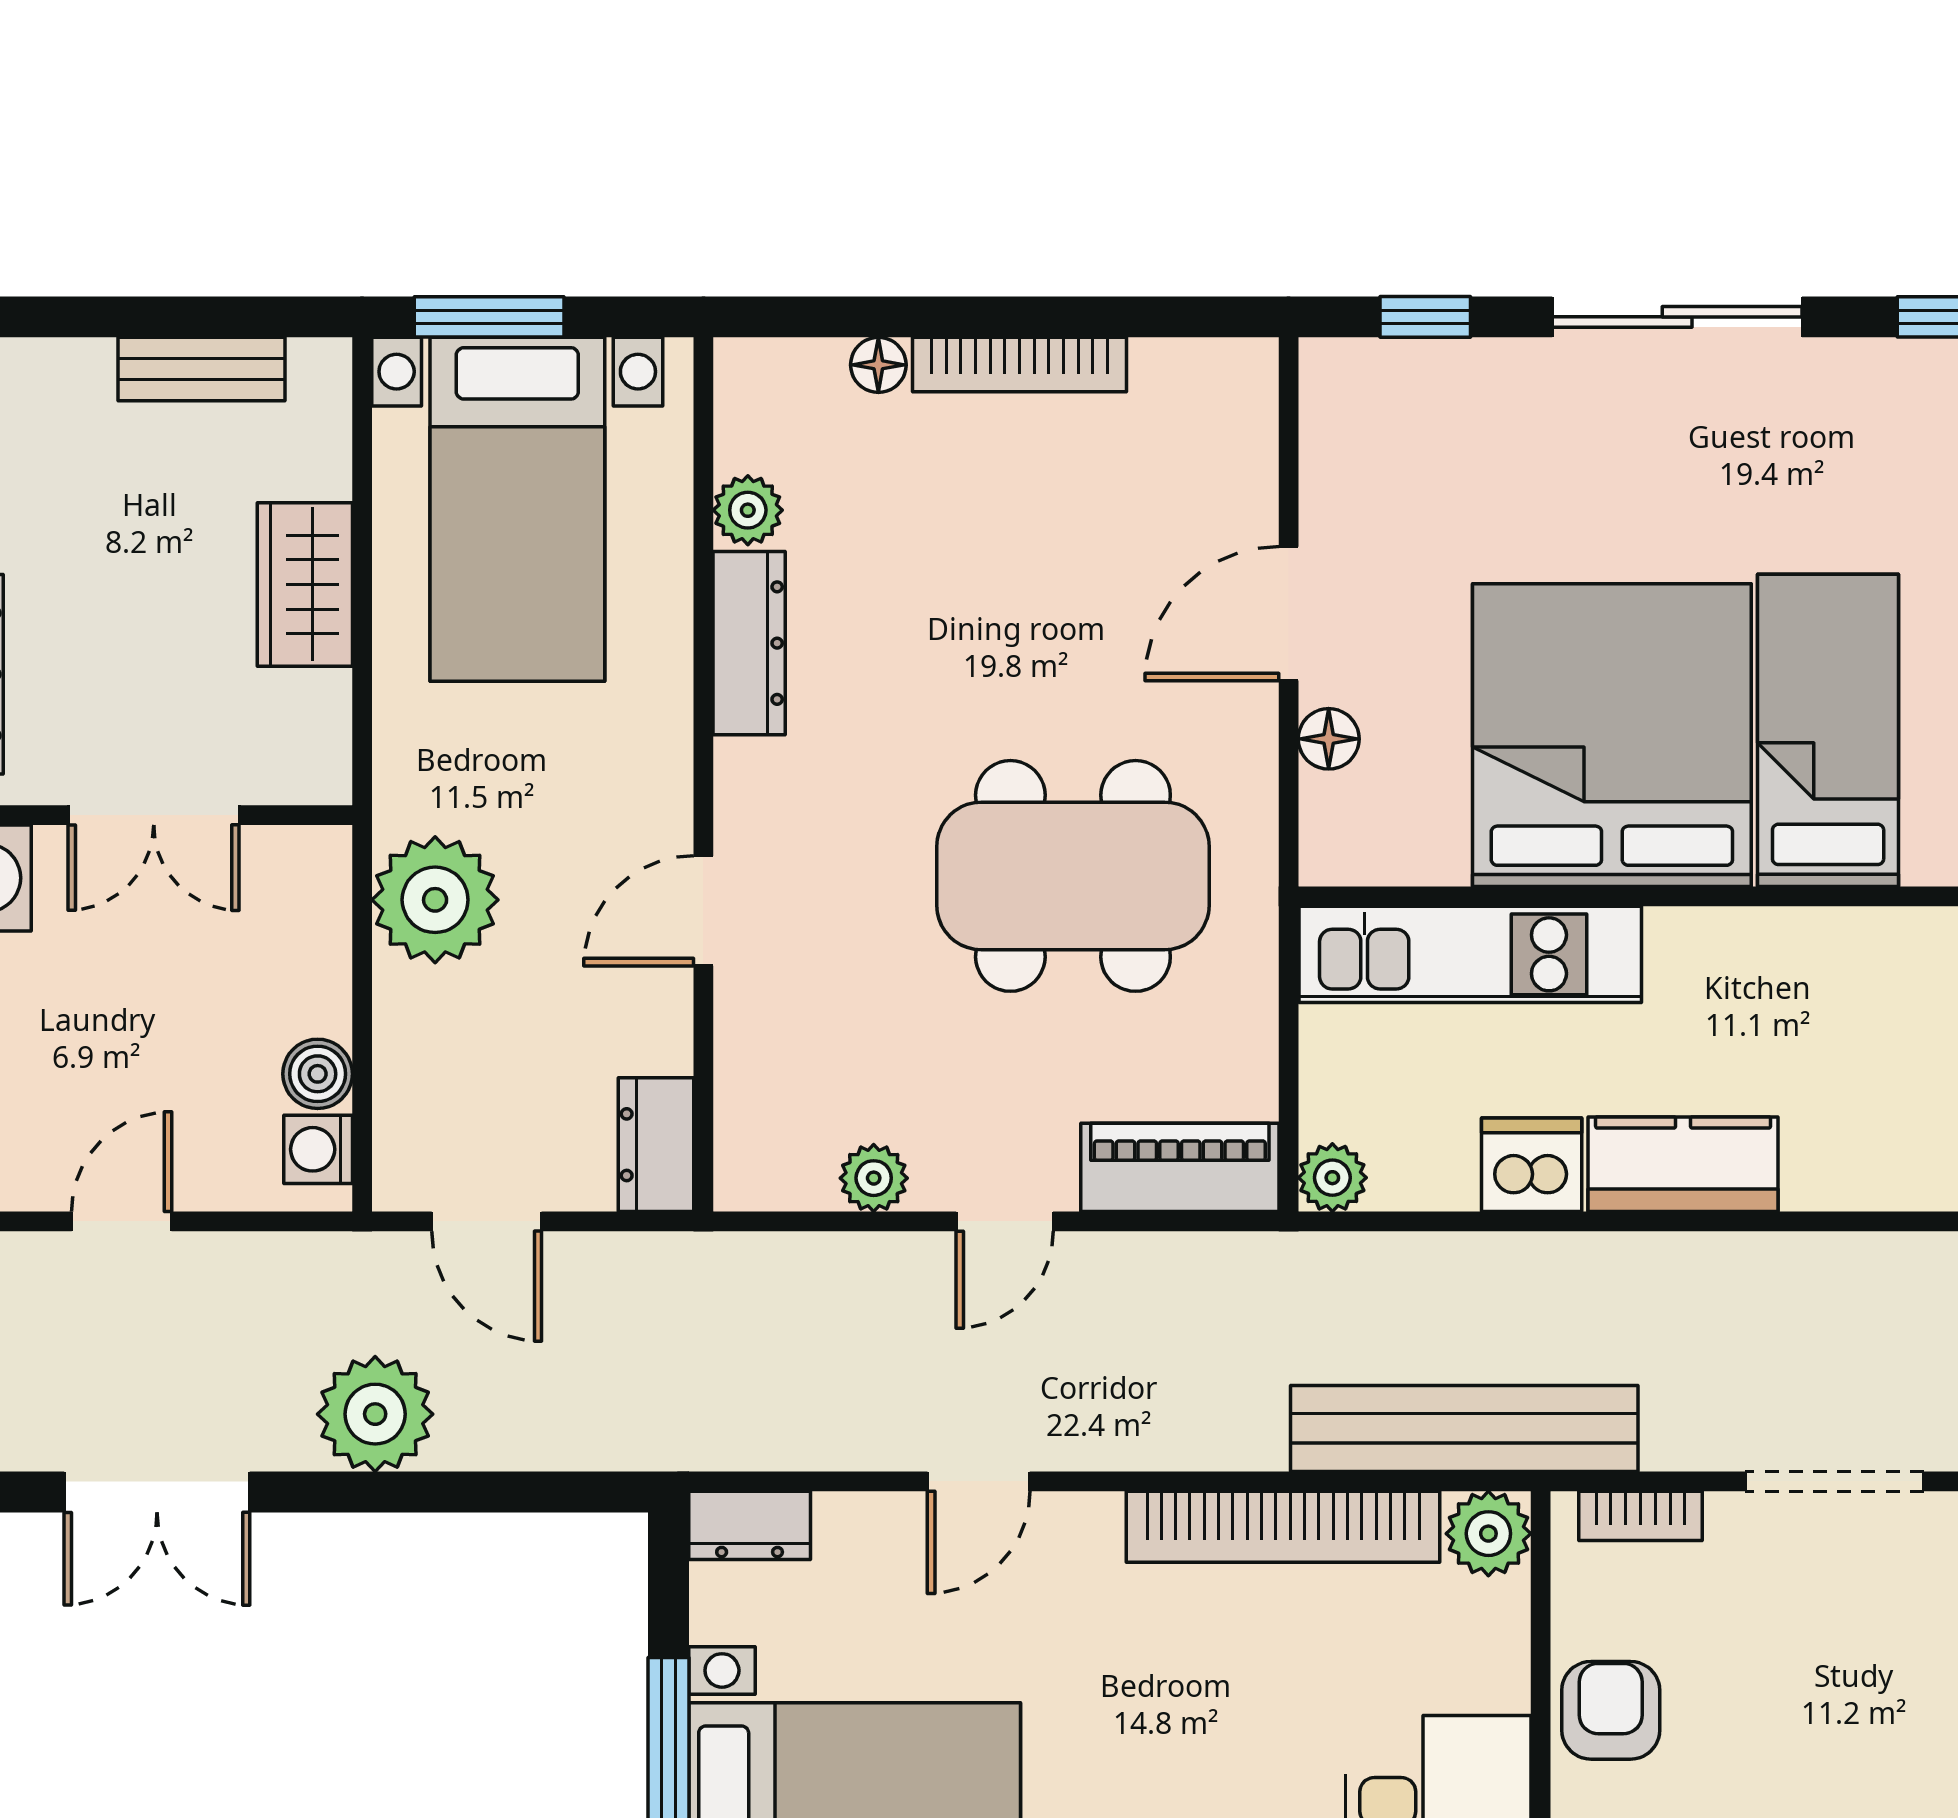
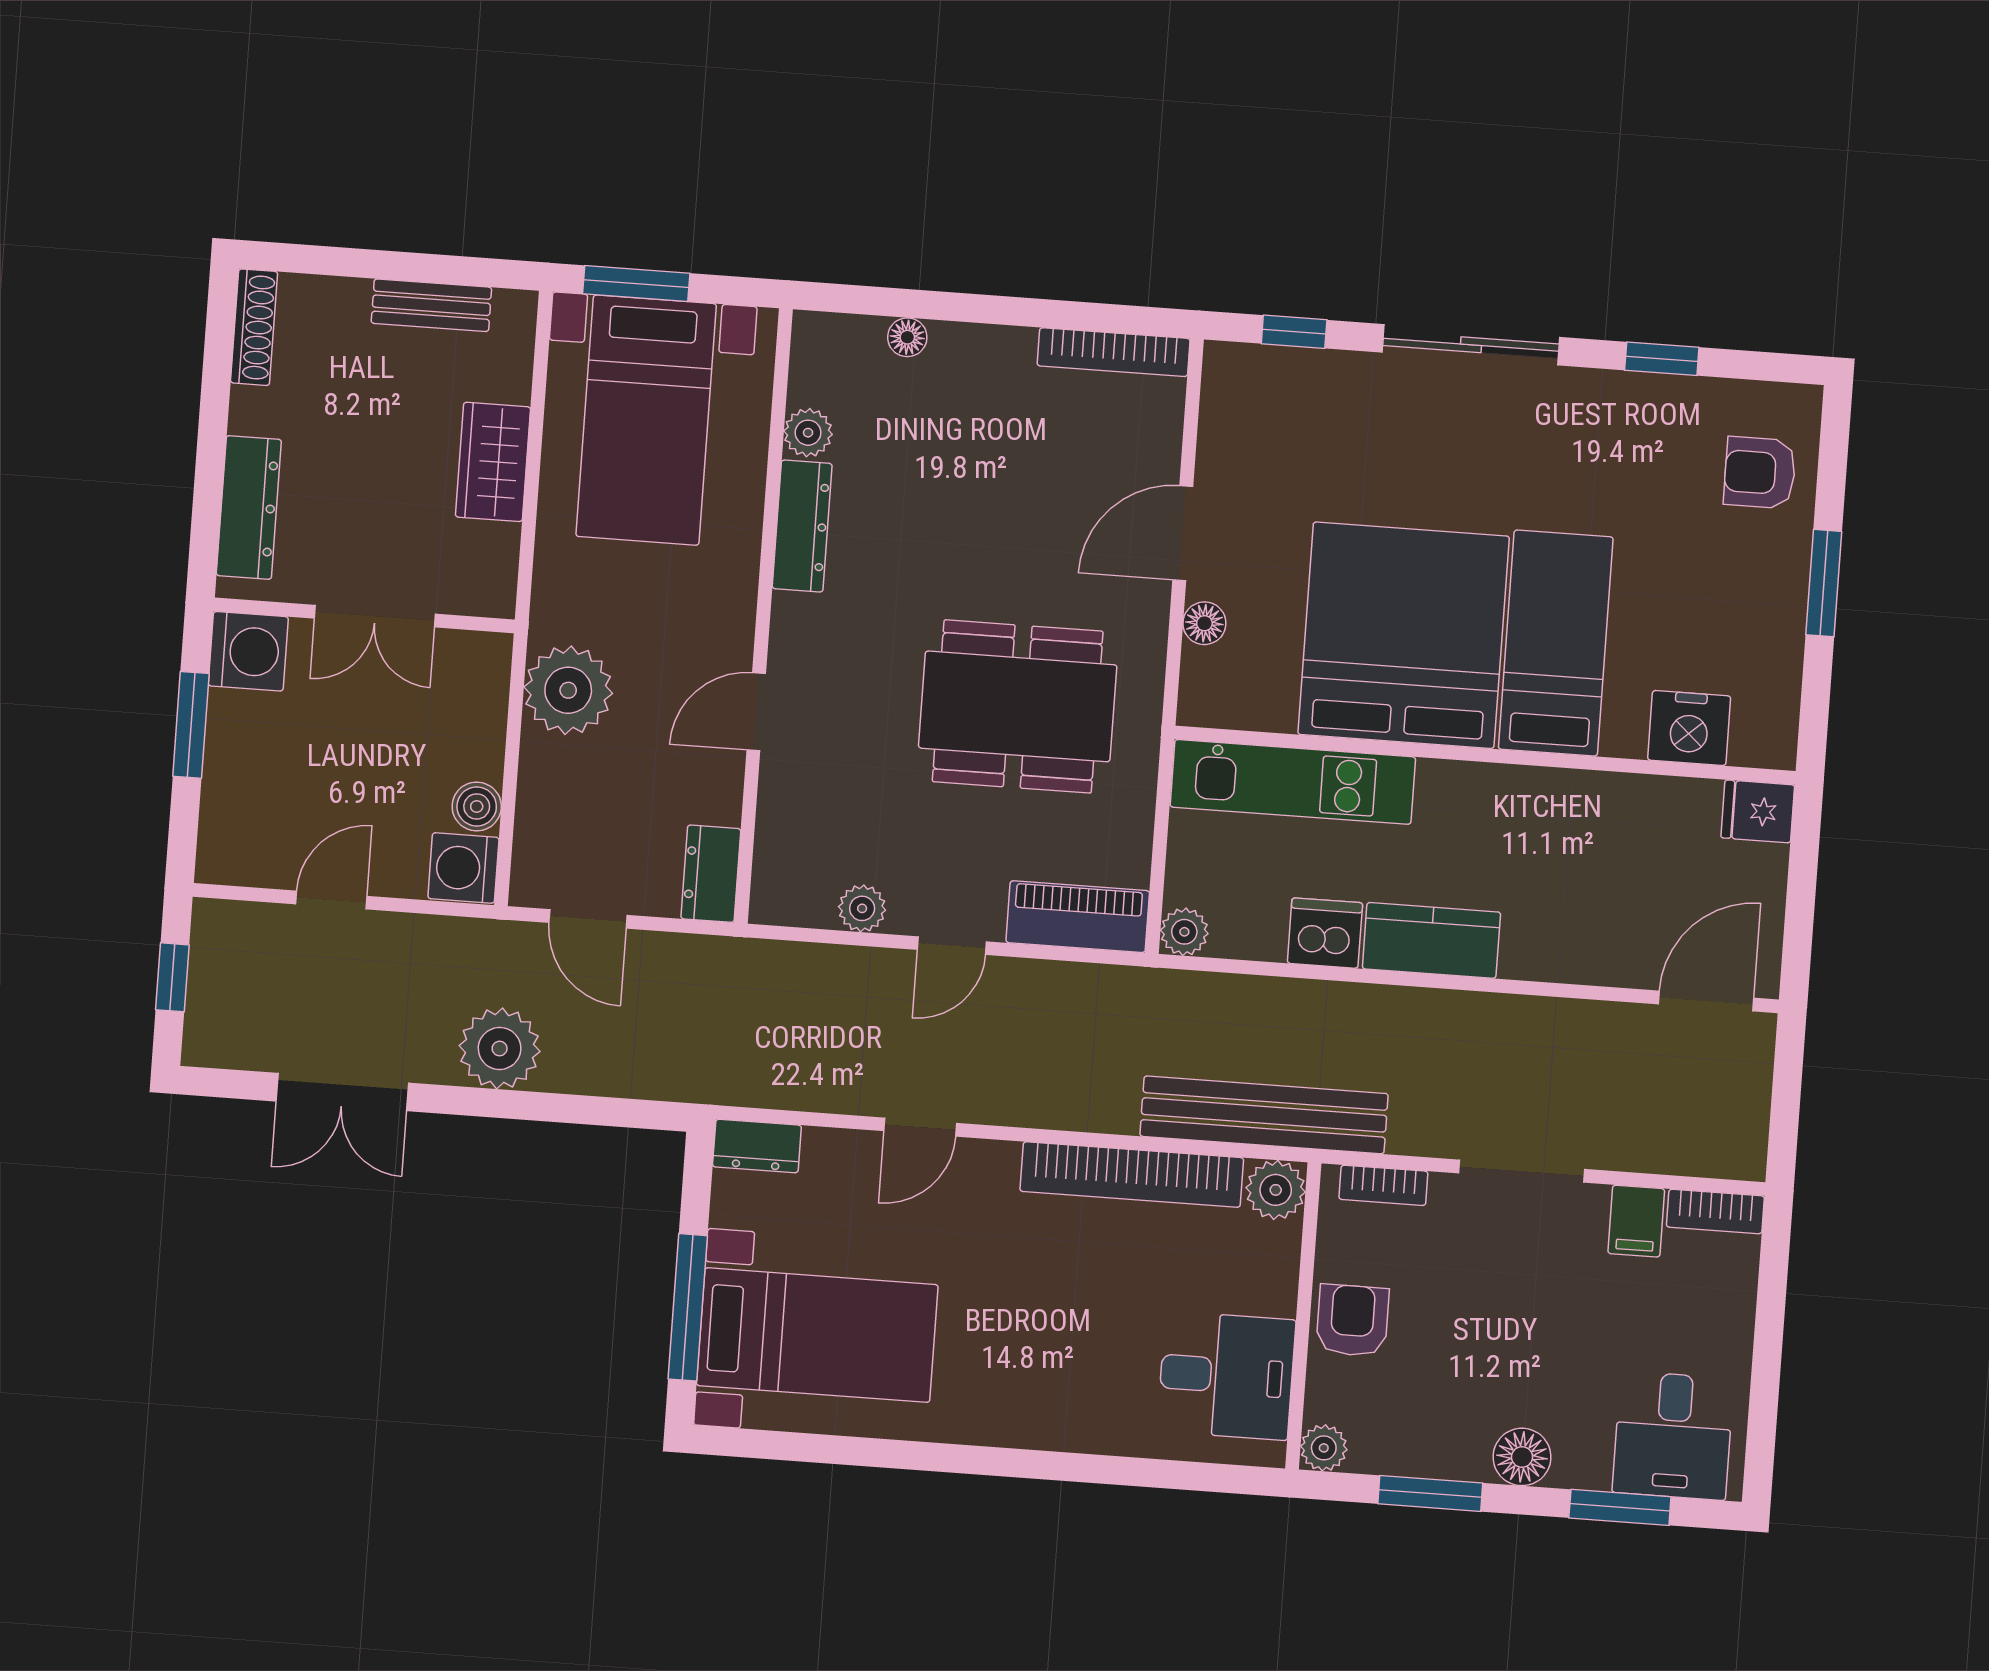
bookcase: (1019, 365) -> (1114, 352), moved
washing machine: (318, 1149) -> (463, 868), width x1.38, depth x1.38

